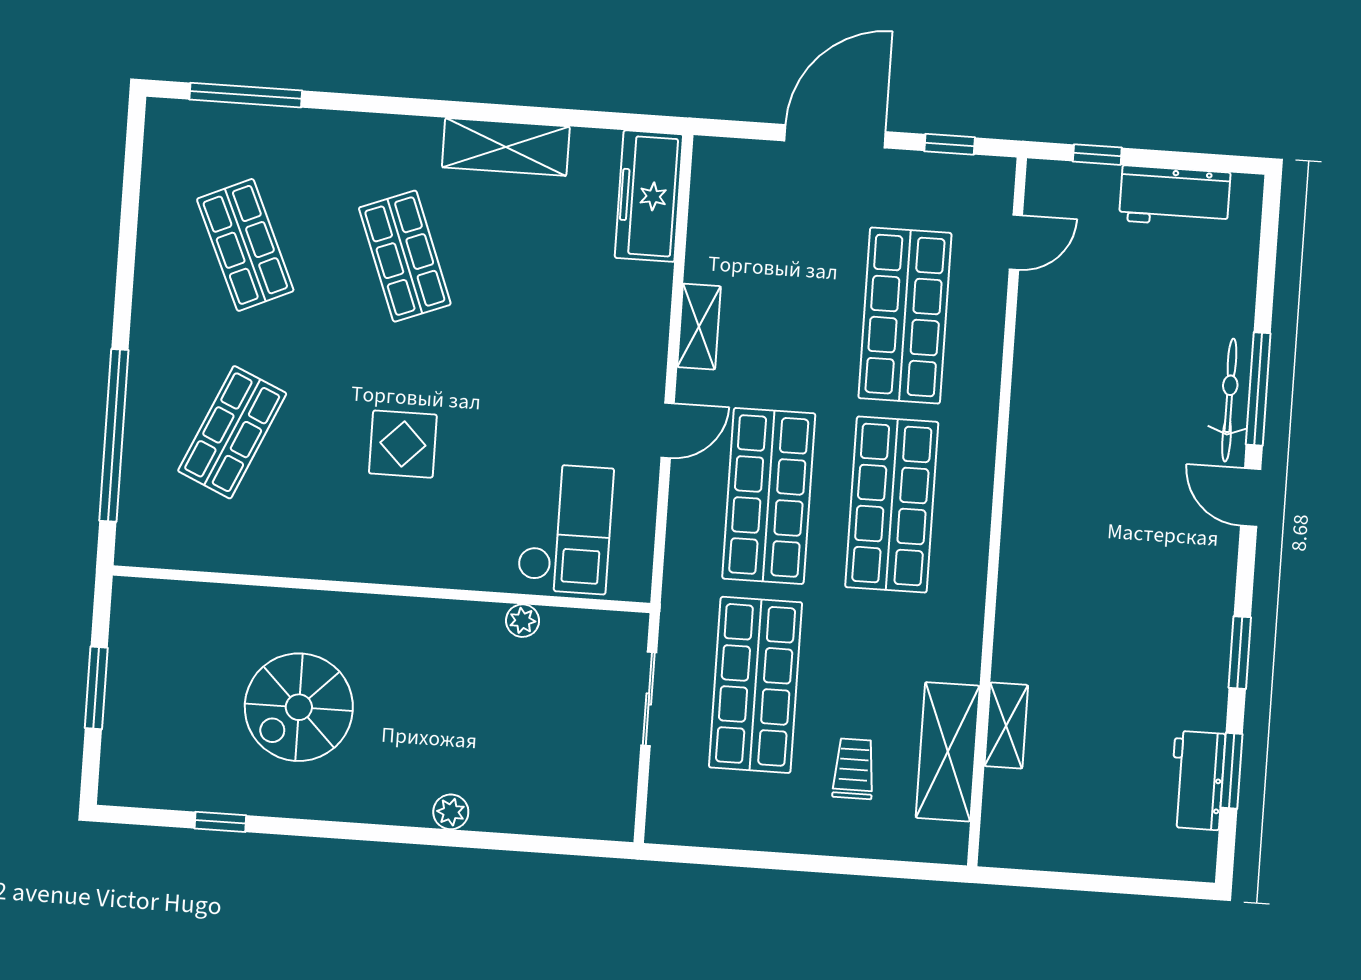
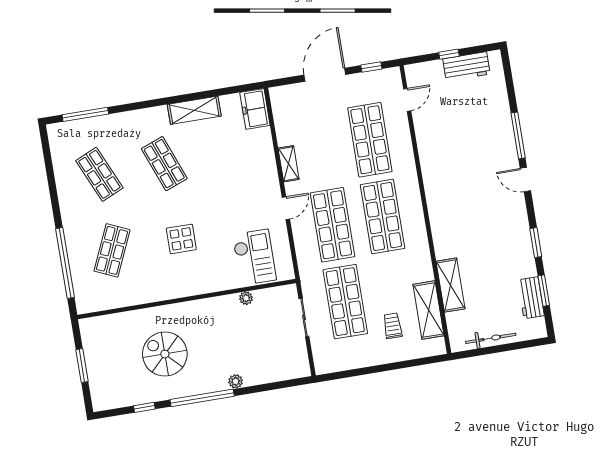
window: (1097, 155) -> (449, 54), moved
freezer: (649, 196) -> (255, 109), width x0.71
bicycle: (1229, 400) -> (491, 338), moved, turned 90
spiral stairs: (299, 707) -> (165, 354), turned 90
shelving: (1006, 726) -> (451, 285), width x1.50, depth x1.33
window: (362, 832) -> (202, 398), added

